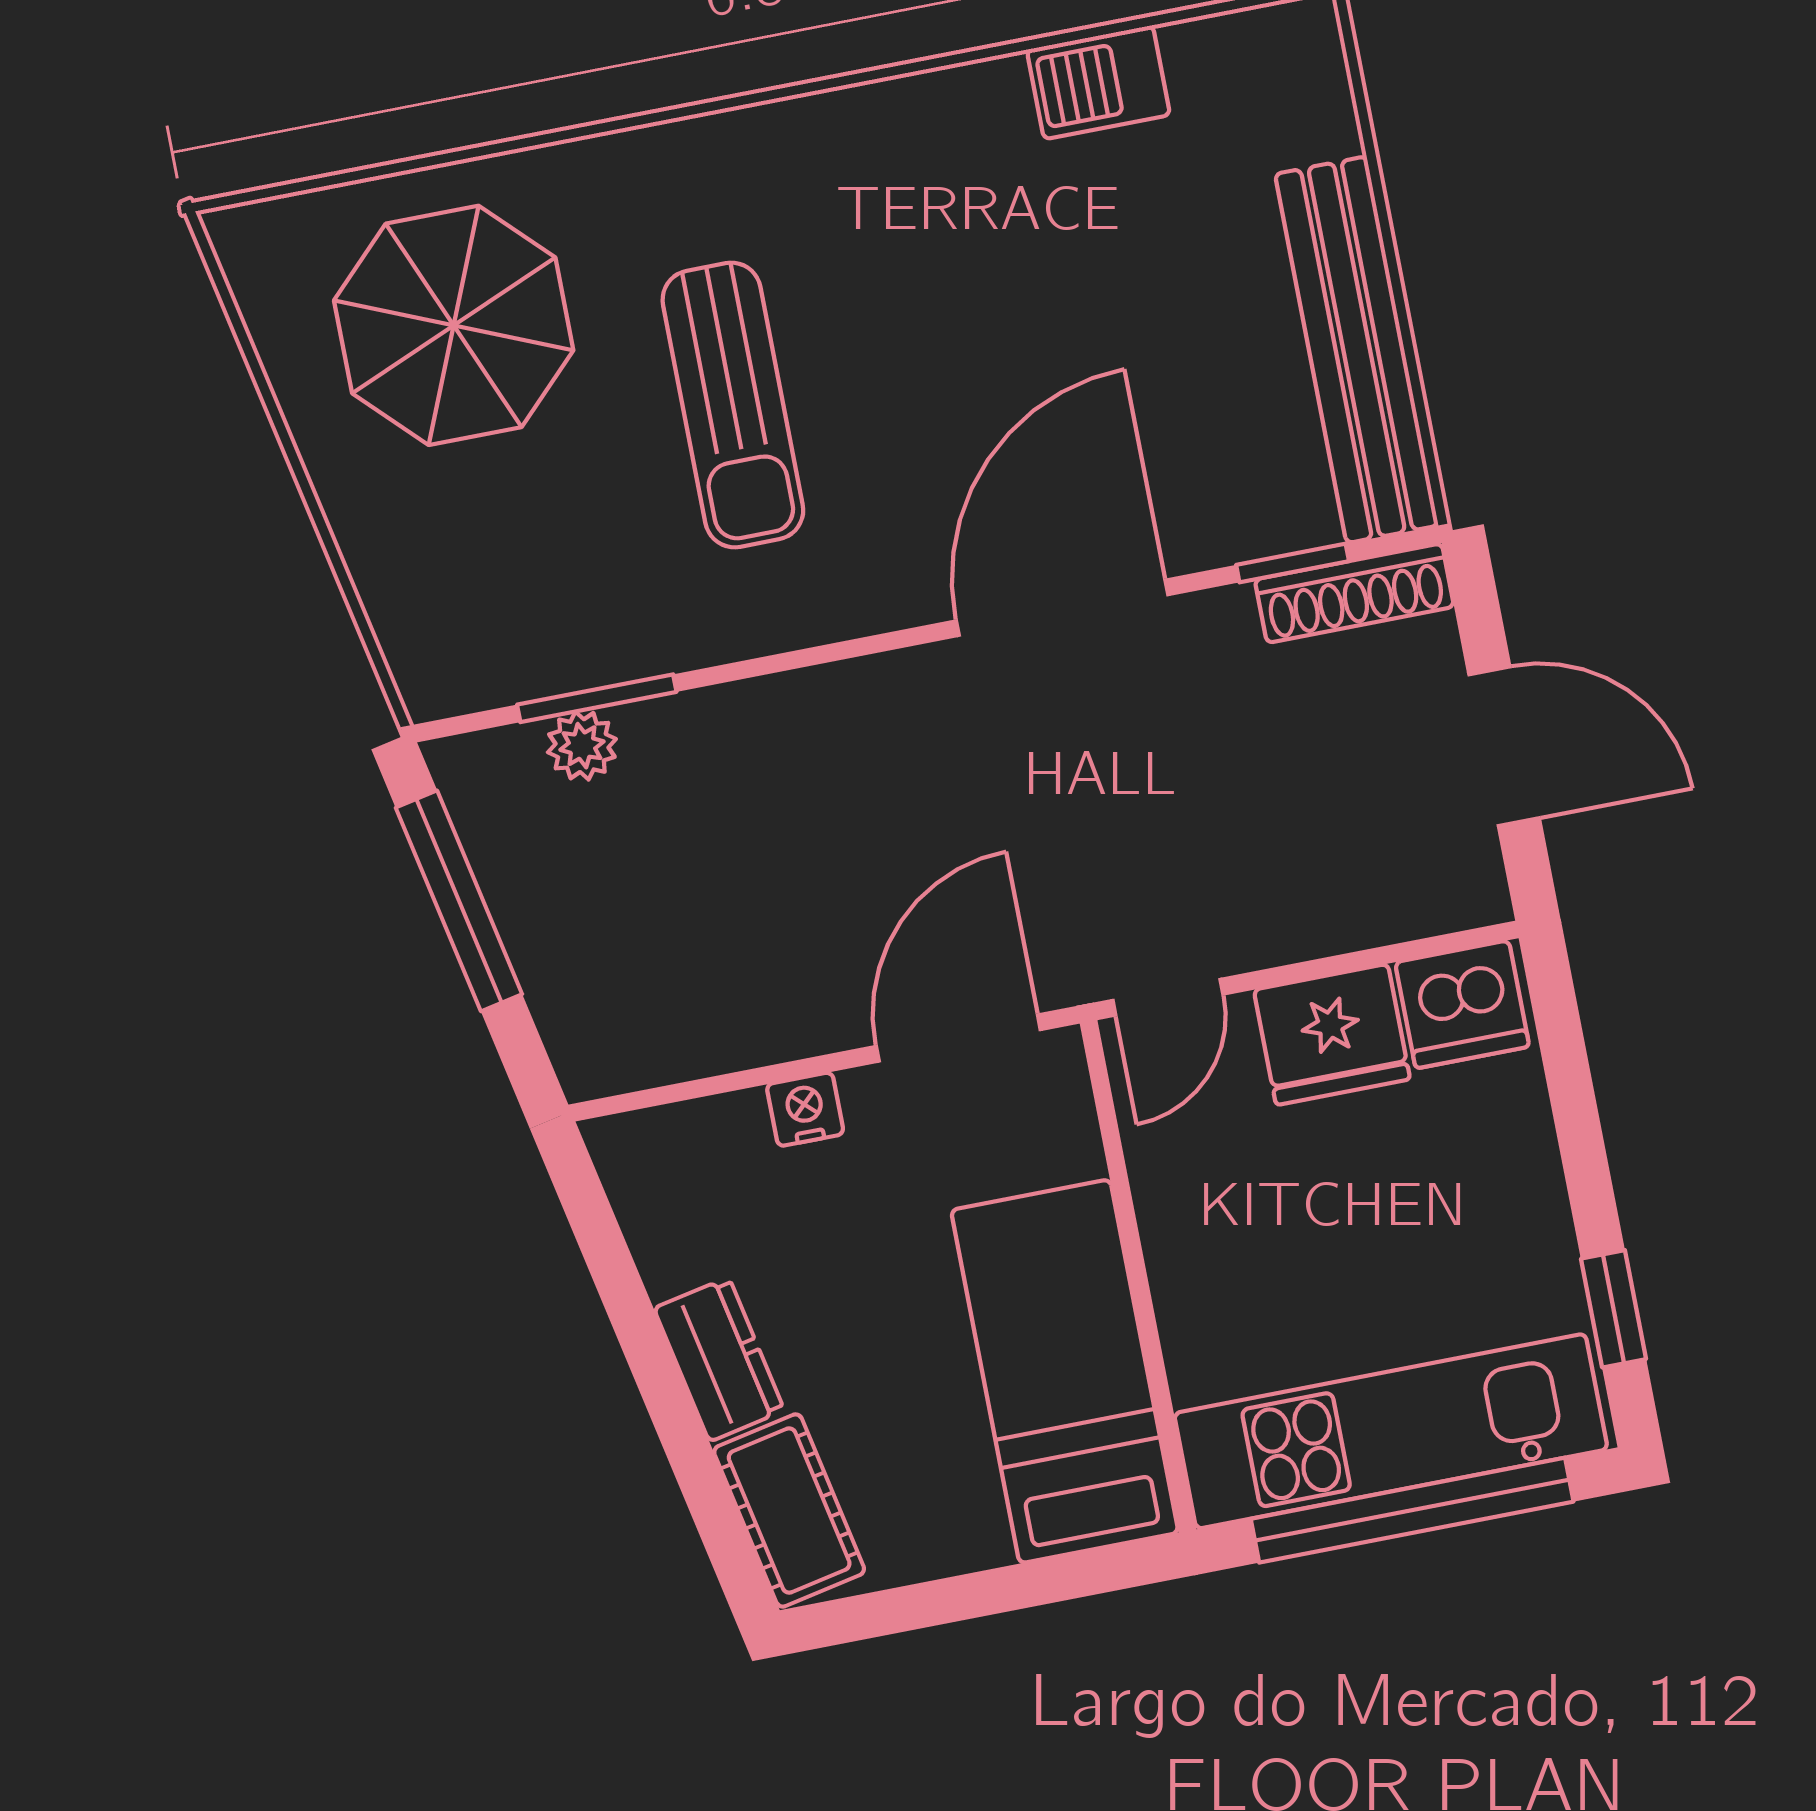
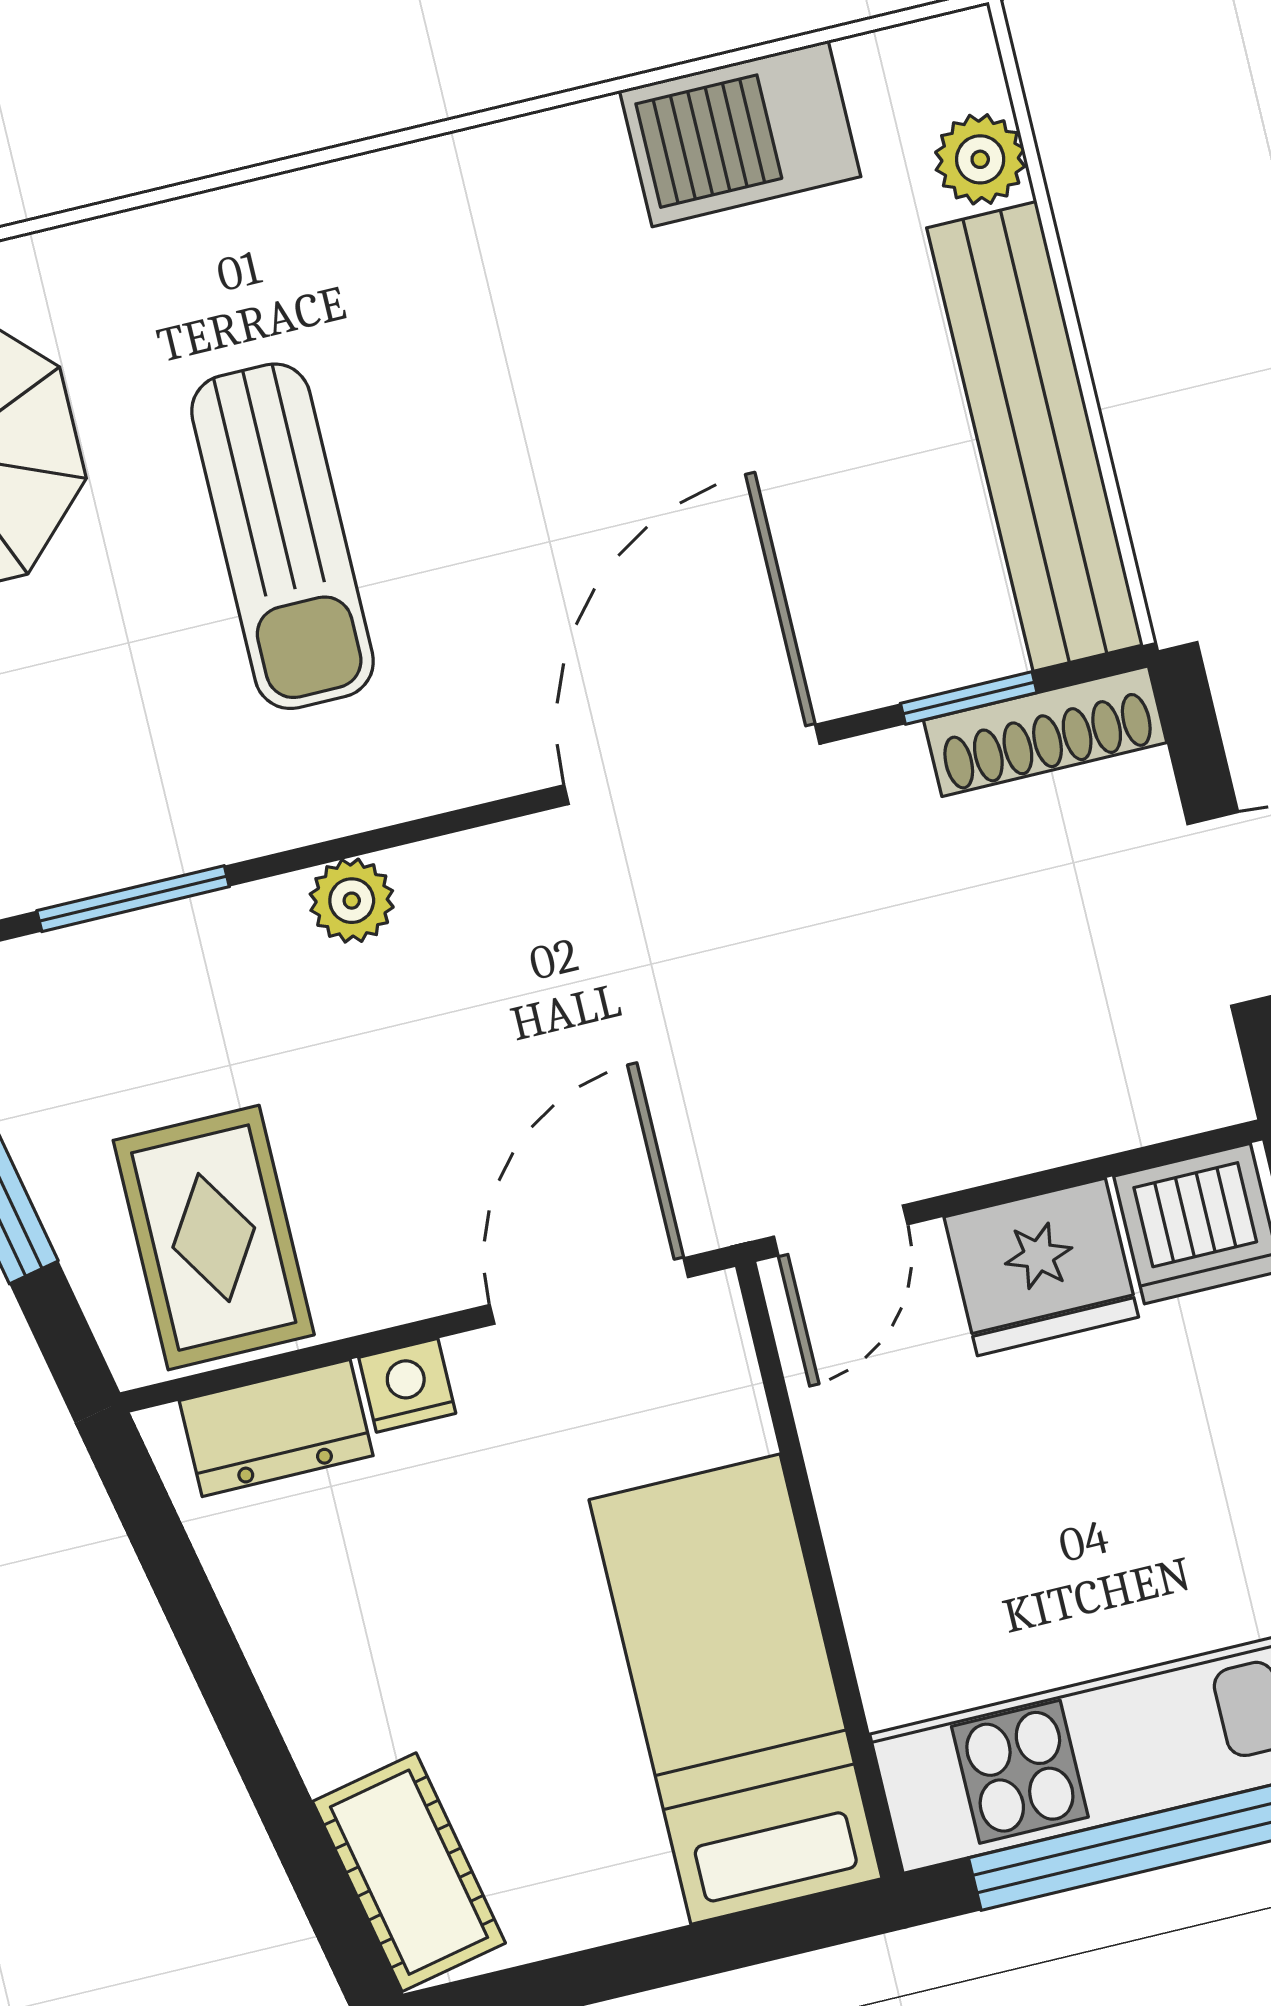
barbecue: (1098, 82) -> (740, 134), width x1.38, depth x1.27
plant: (1321, 119) -> (980, 159), added
plant: (582, 746) -> (352, 901), moved
rug: (651, 980) -> (214, 1238), added
dresser: (719, 1359) -> (276, 1428), moved, turned 102

